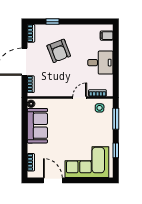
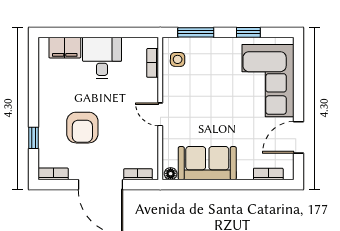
filing cabinet: (107, 36) -> (65, 48), width x2.00
armchair: (59, 51) -> (82, 128), turned 111
door: (80, 98) -> (160, 114), moved

